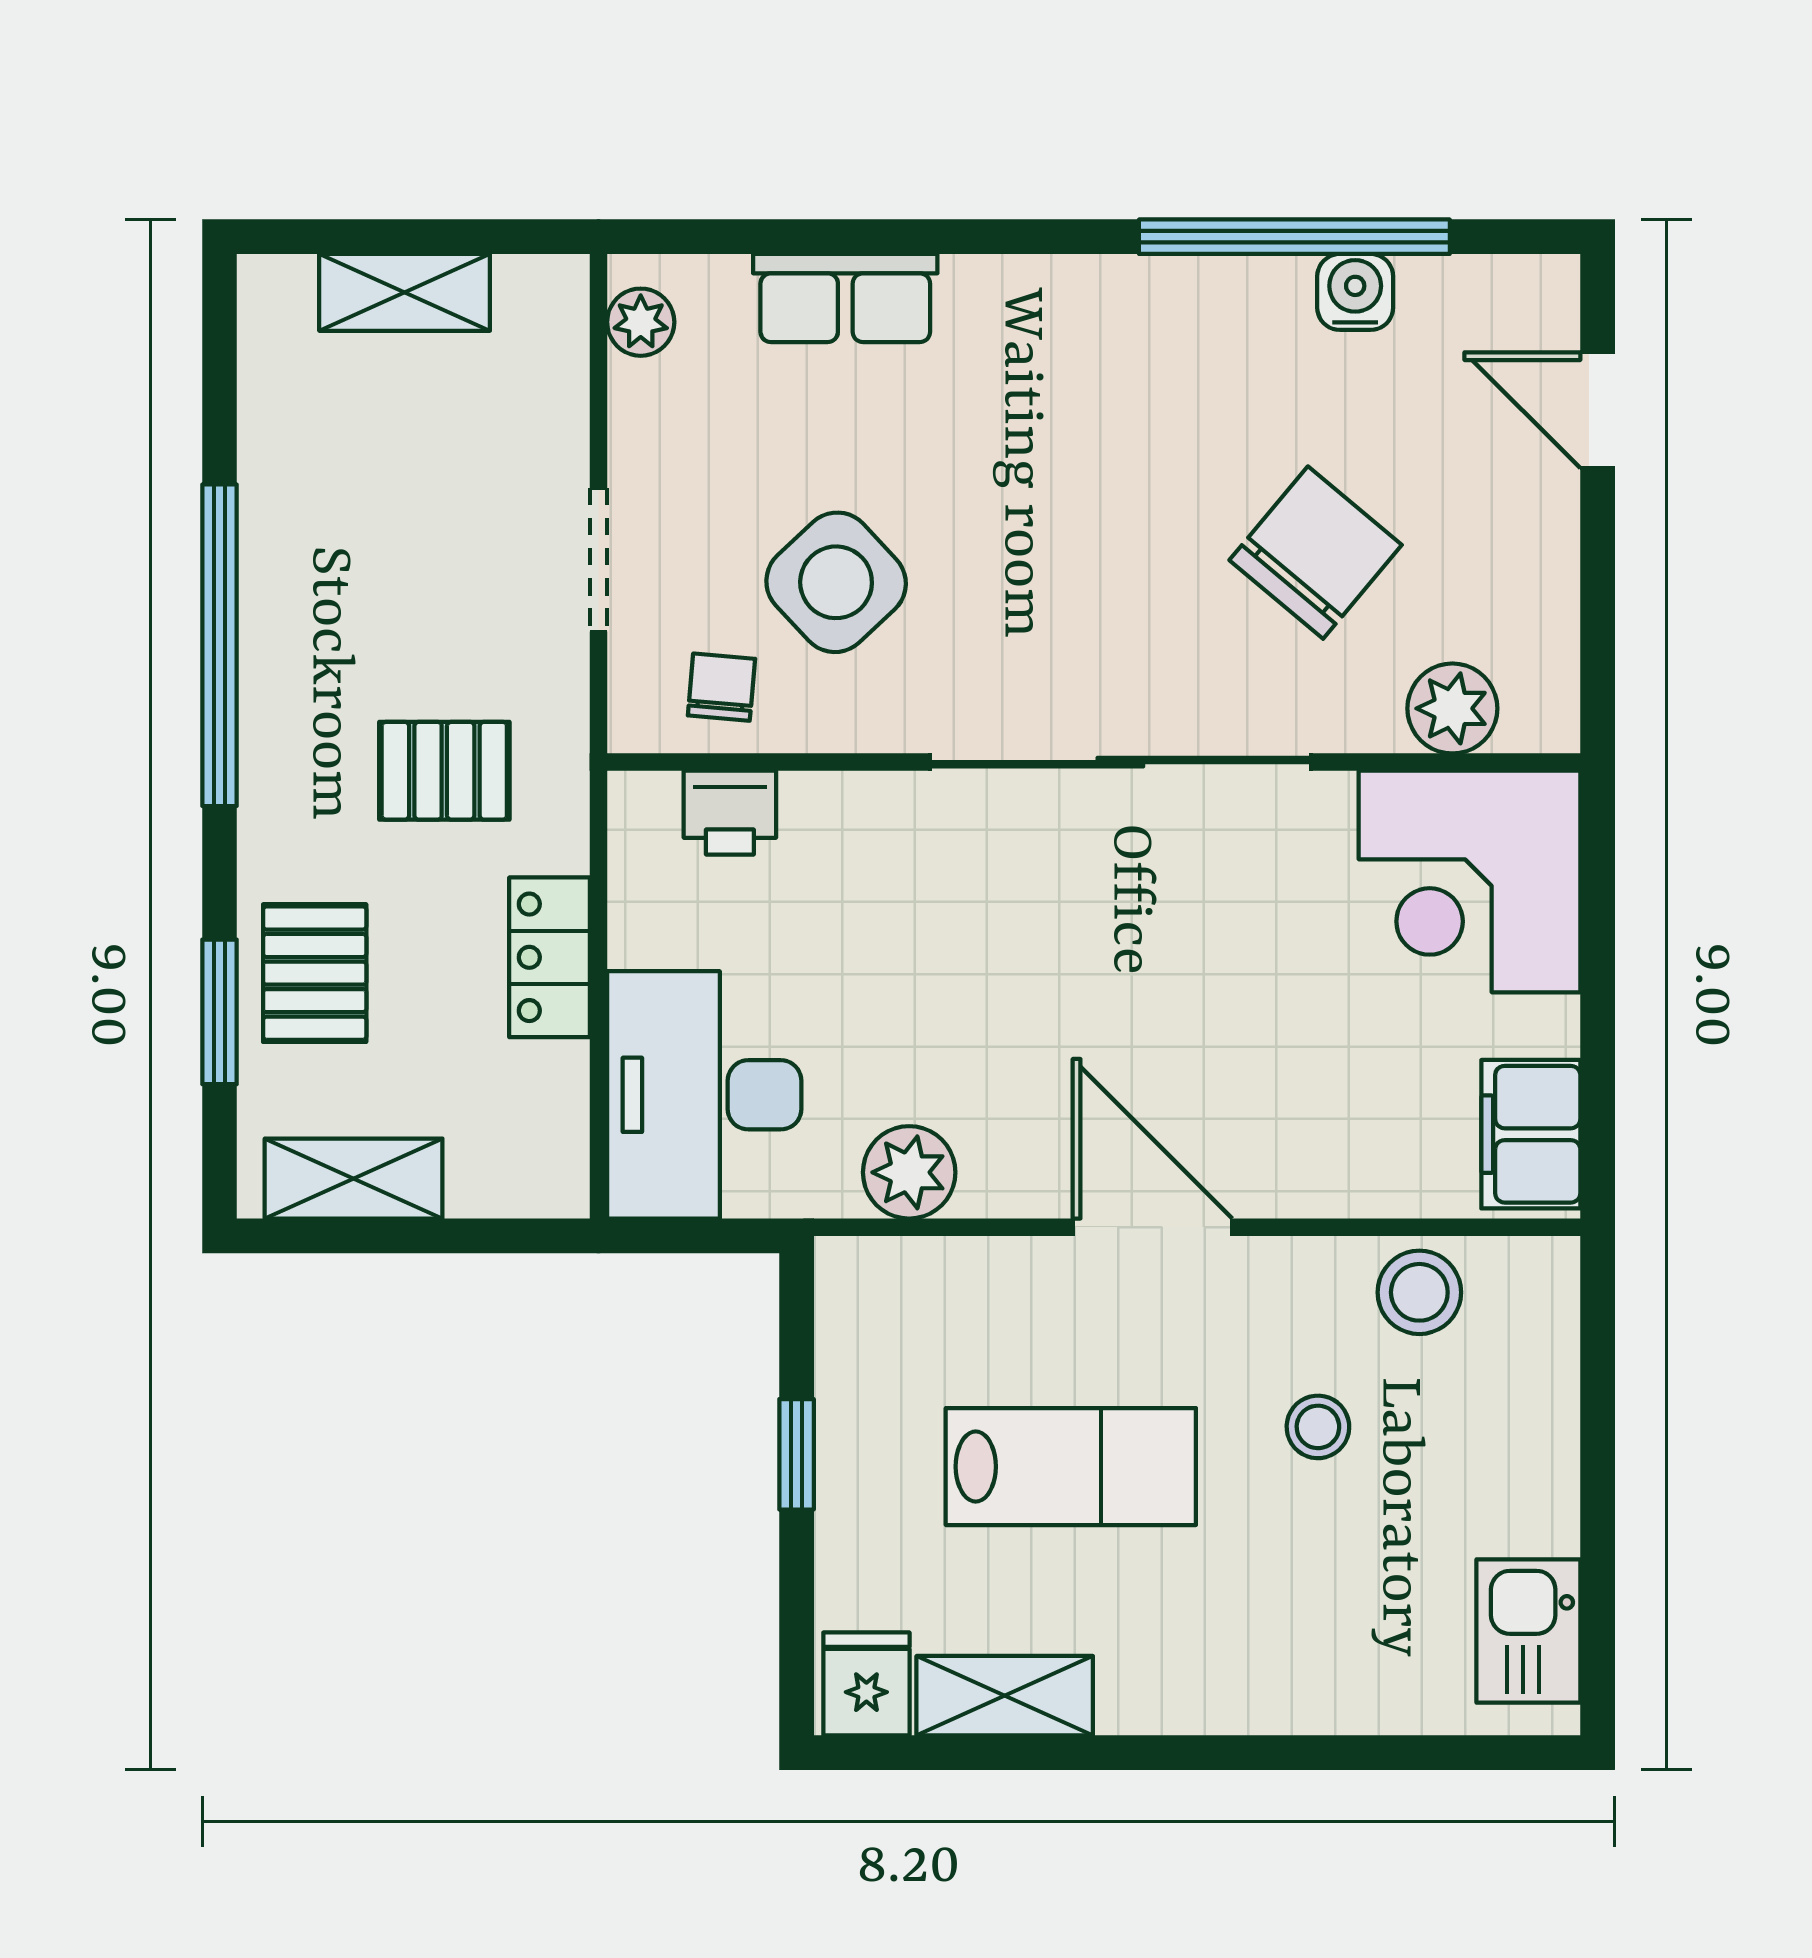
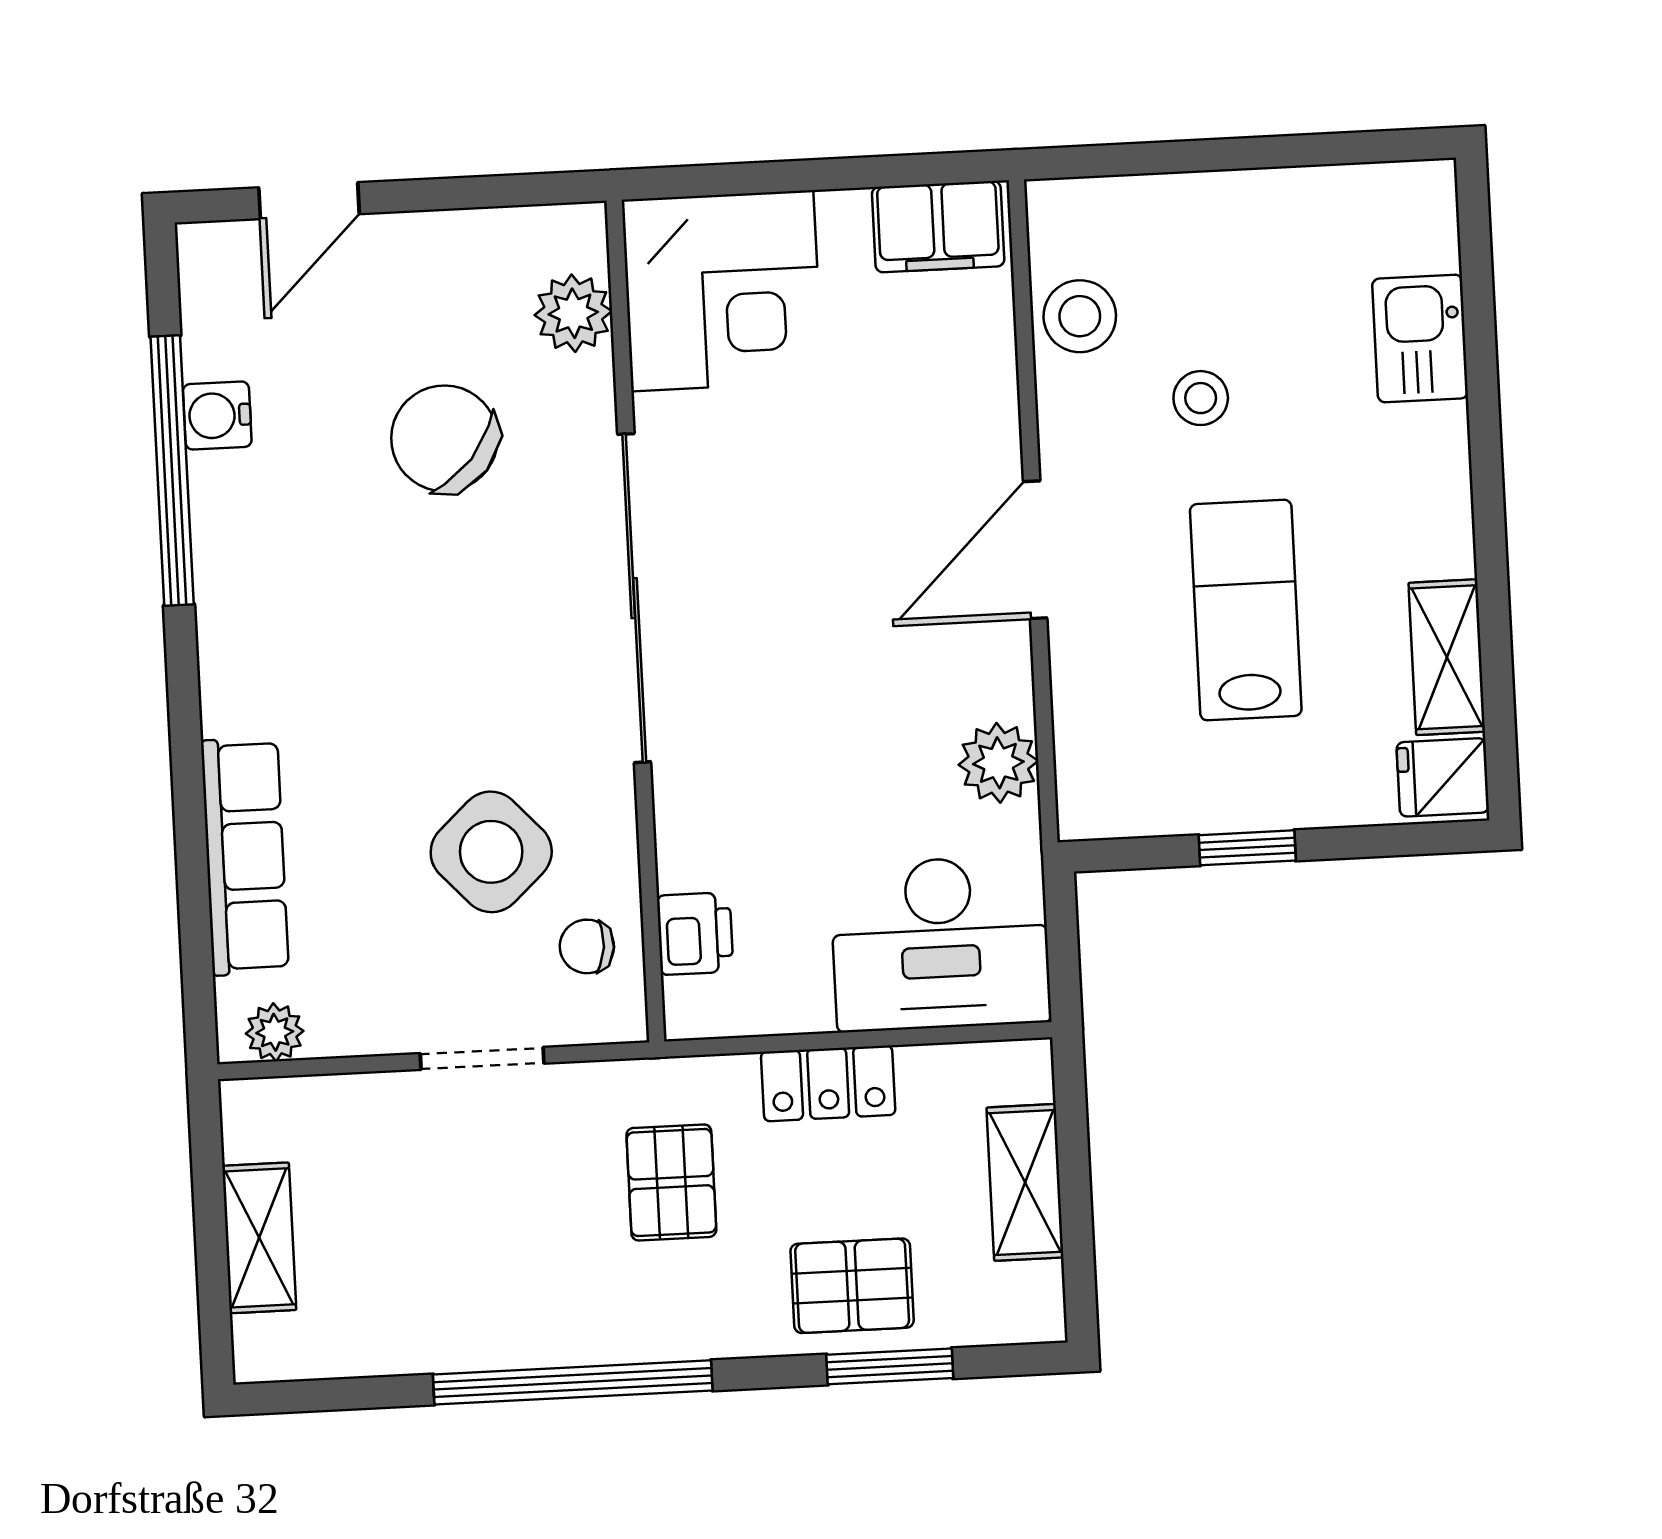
row of seats: (845, 298) -> (245, 856), width x1.48
shelving: (354, 1179) -> (1025, 1182), moved
kitchen sink: (1528, 1631) -> (1420, 339), moved, turned 90

